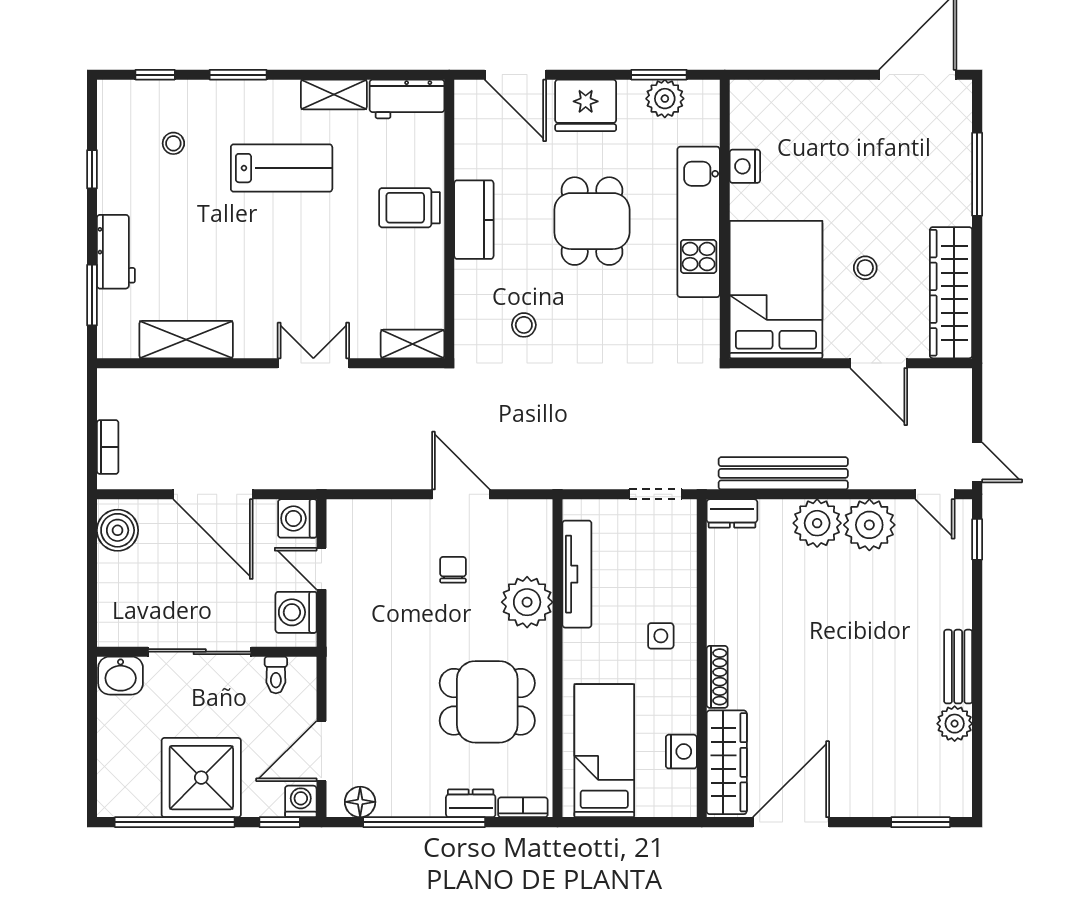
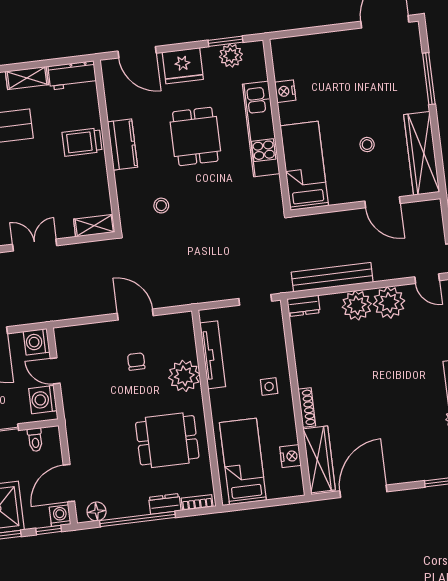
bed: (776, 290) -> (304, 166), width x0.67

